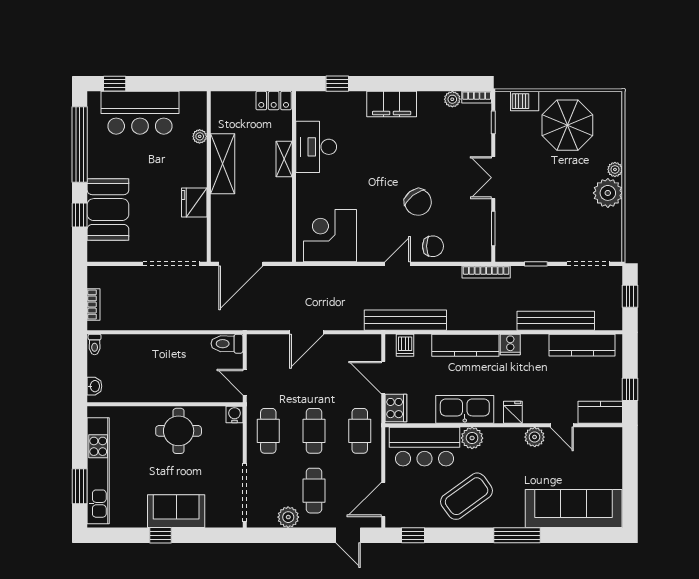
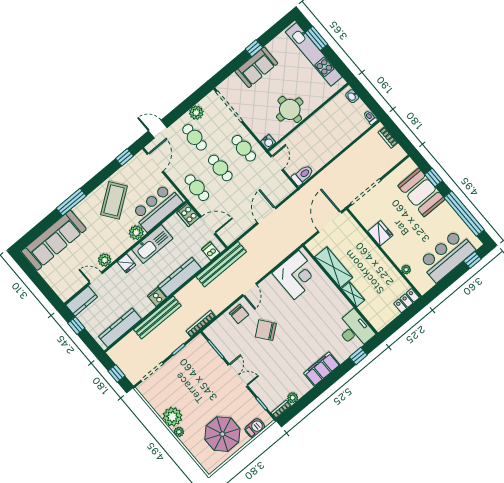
locker: (274, 101) -> (406, 301), moved
desk: (316, 147) -> (355, 330), moved
shelving: (223, 164) -> (334, 267), moved
chair: (433, 246) -> (239, 314), turned -90
bench: (556, 321) -> (157, 318), moved
door: (245, 382) -> (277, 163), hinge flipped

